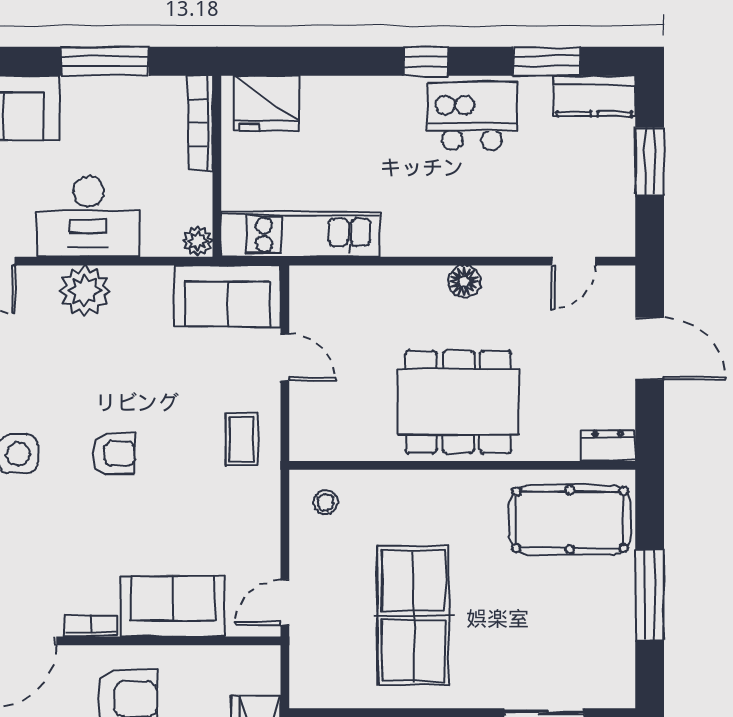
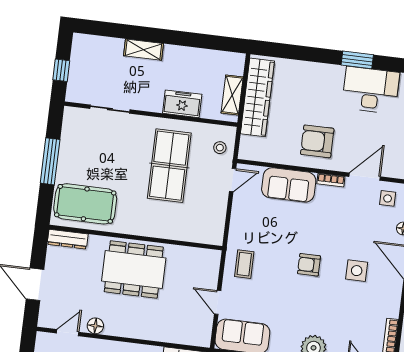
floor lamp: (464, 281) -> (95, 326), moved
dresser: (608, 446) -> (68, 239), width x1.44
stool: (325, 502) -> (220, 148), moved

